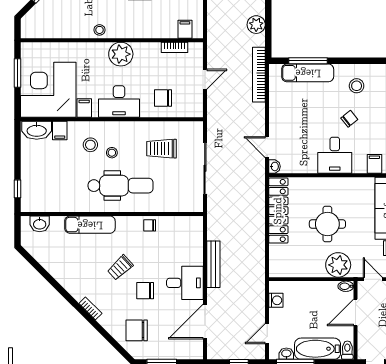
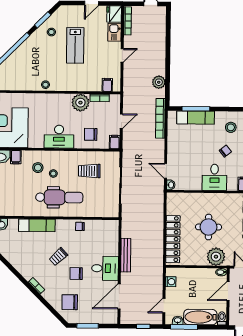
plant: (121, 54) -> (80, 103), moved
filing cabinet: (84, 108) -> (115, 142), moved
locker: (278, 211) -> (173, 239), moved

